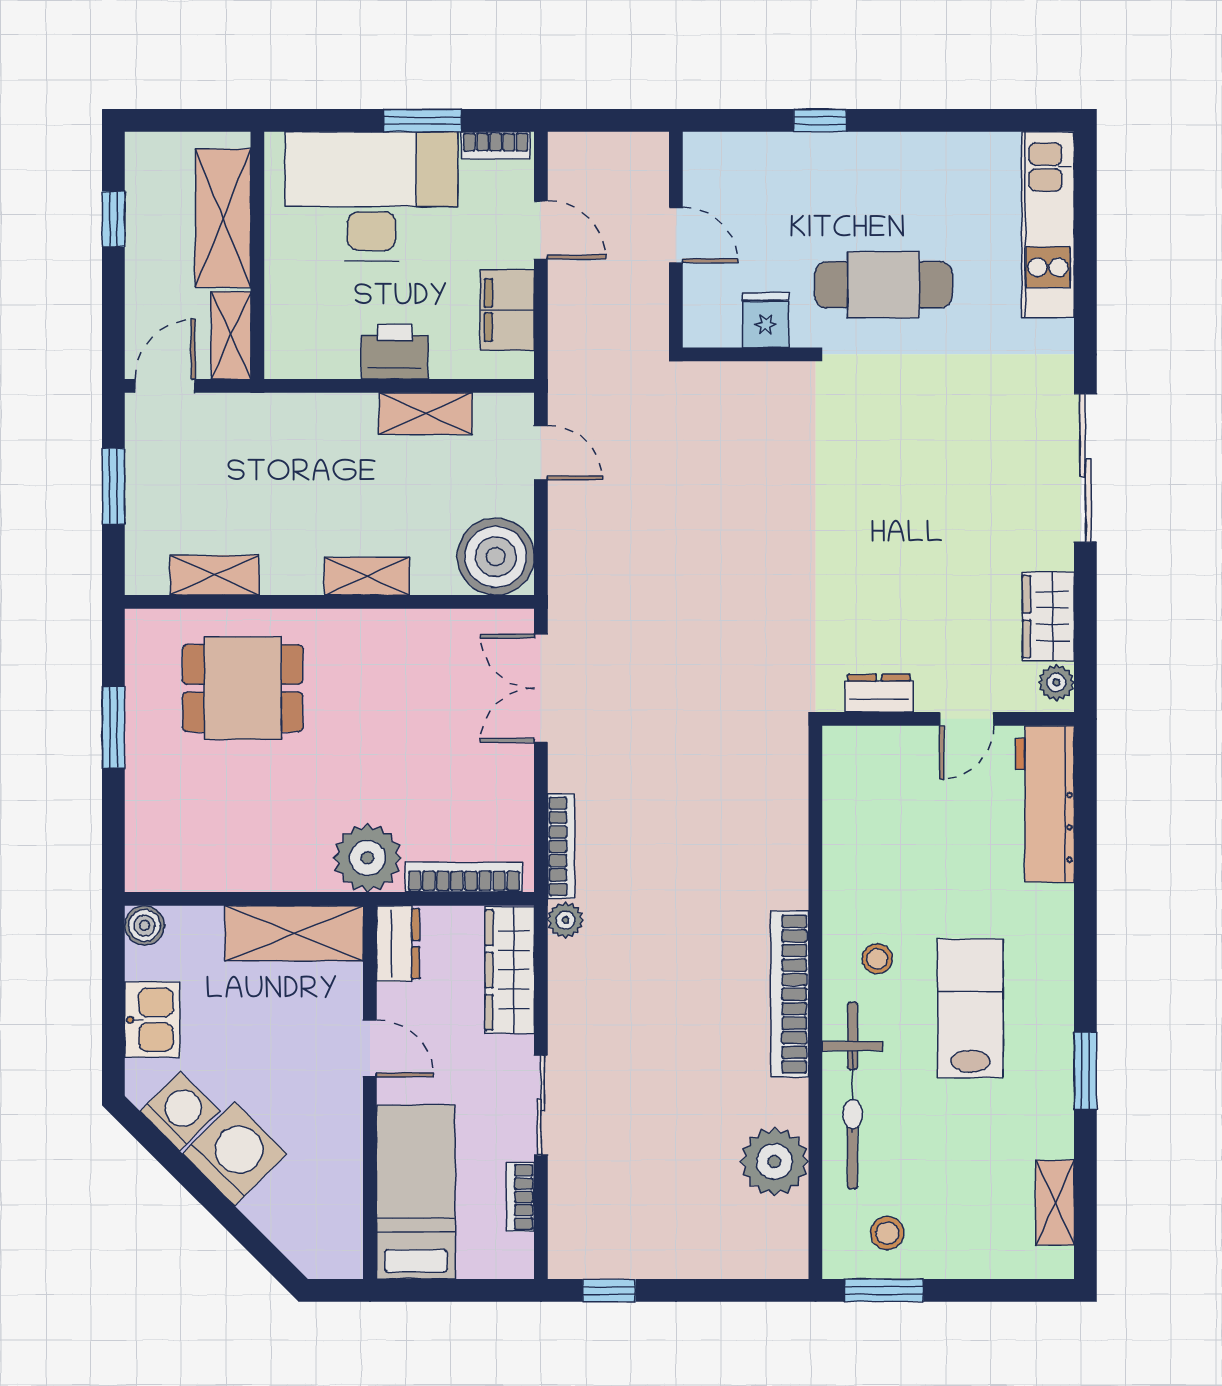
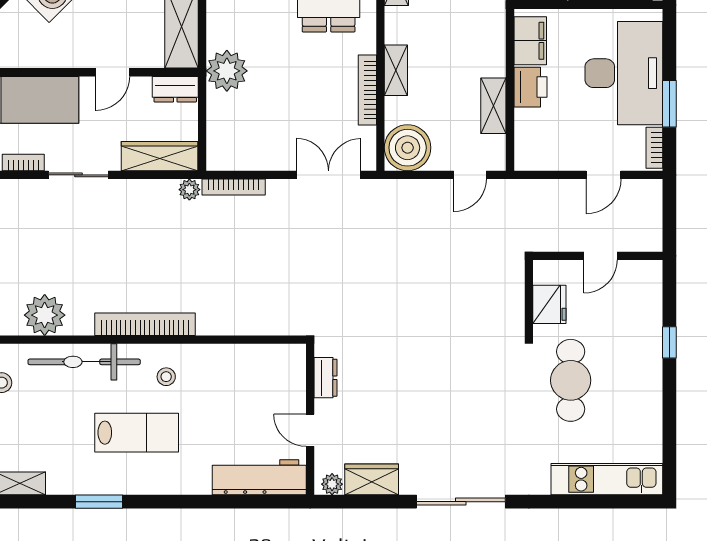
filing cabinet: (507, 310) -> (530, 41), moved, turned 90
fridge: (766, 320) -> (549, 304), width x1.38
bookcase: (464, 877) -> (367, 90), moved, turned 180

